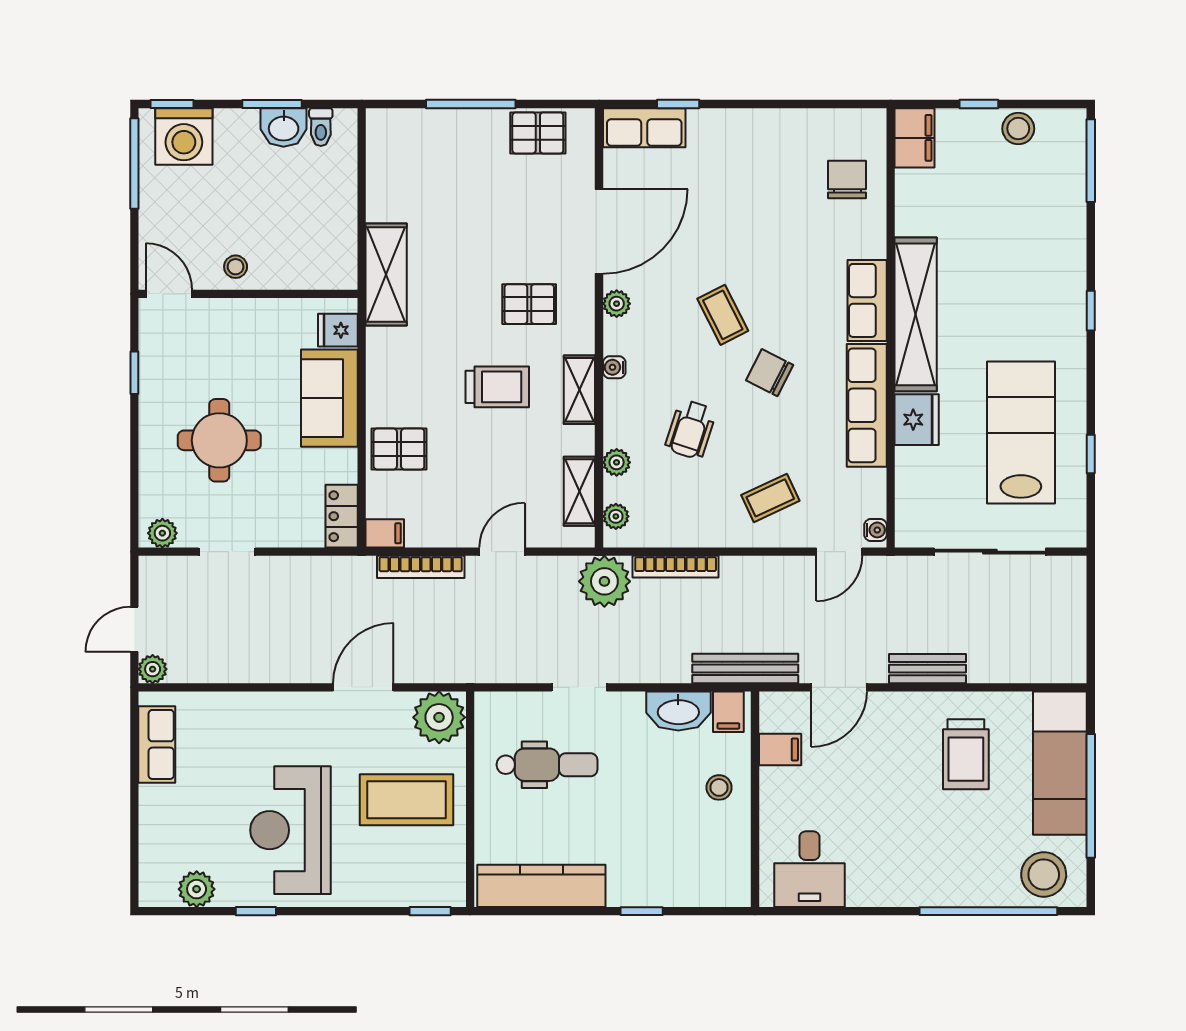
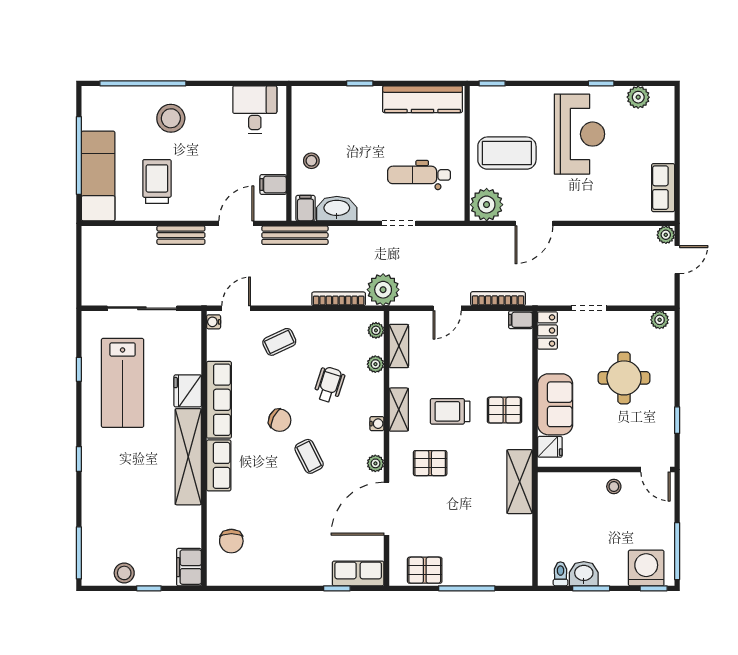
pallet: (399, 449) -> (504, 410), moved
doorway: (227, 552) -> (589, 308), moved
stool: (1044, 874) -> (171, 118), moved

